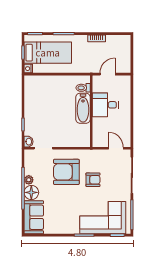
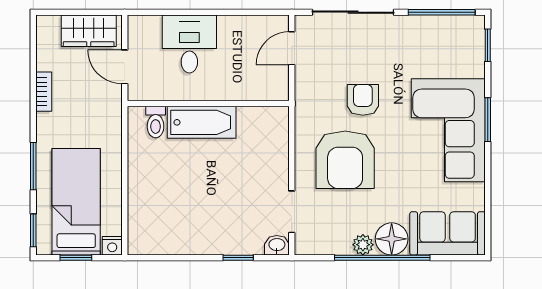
wardrobe: (124, 58) -> (89, 31), added
desk: (105, 105) -> (189, 44), moved, turned 180
corner sofa: (103, 218) -> (448, 130), moved

